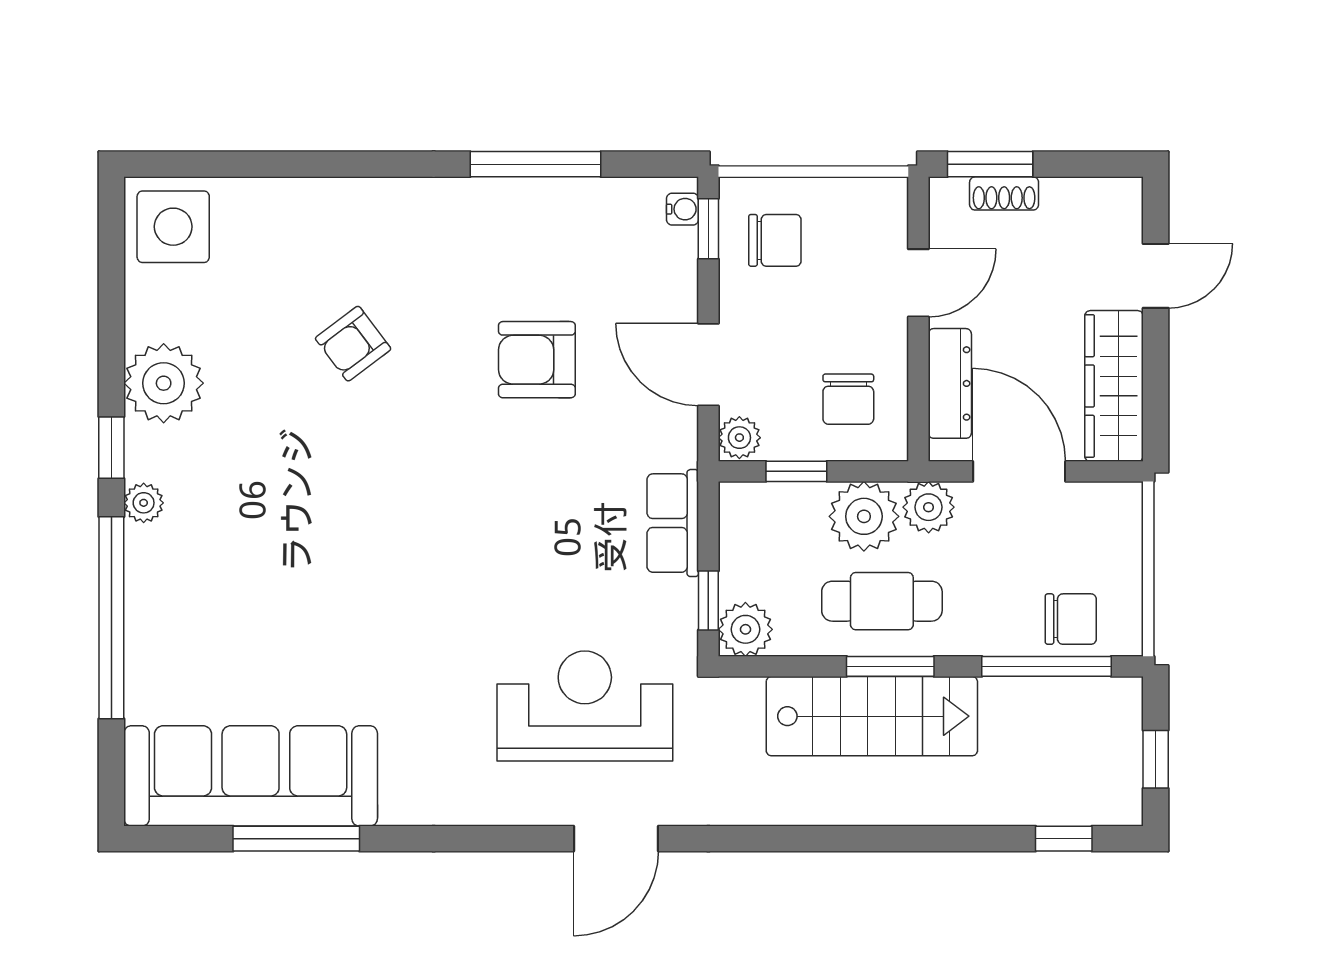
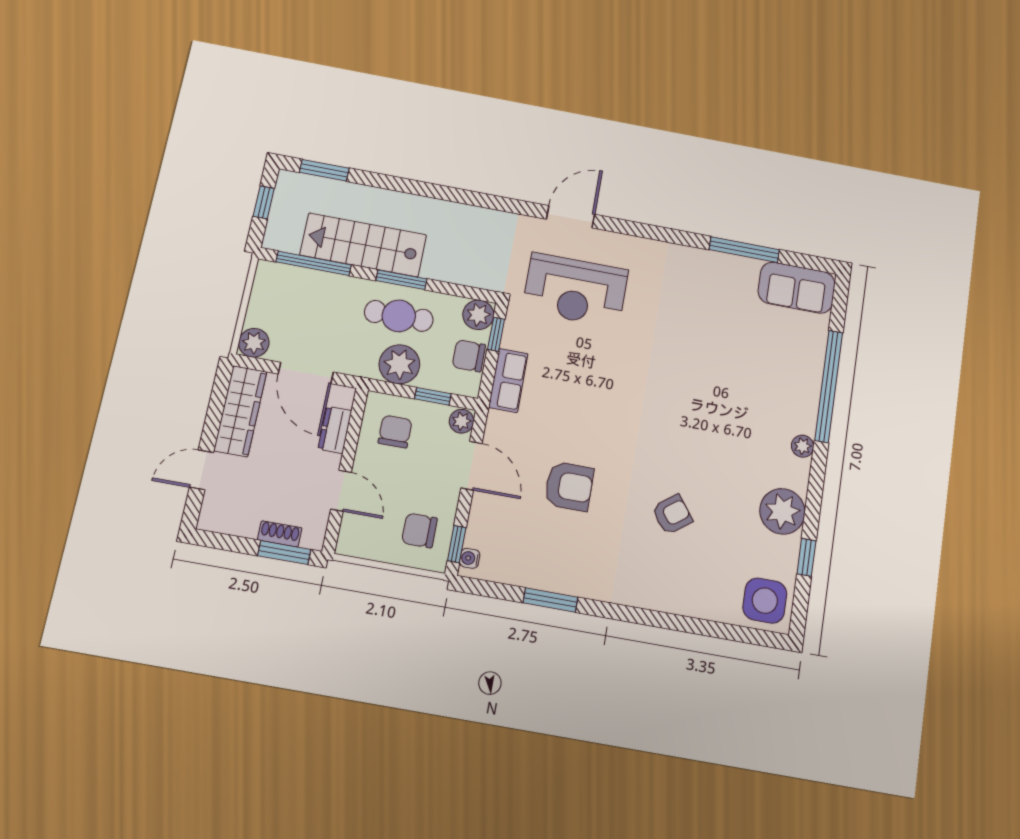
window: (535, 164) -> (550, 600), width x0.69
door: (918, 283) -> (341, 491), swing flipped
dresser: (950, 383) -> (335, 430), width x0.70
window: (111, 448) -> (806, 557), moved
plant: (929, 507) -> (254, 343), moved
chair: (1071, 619) -> (469, 356), moved
stairs: (872, 716) -> (363, 245), moved
sofa: (251, 776) -> (797, 288), width x0.54, depth x0.79
window: (1064, 839) -> (324, 170), width x1.50

